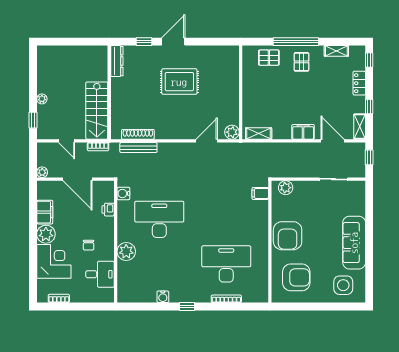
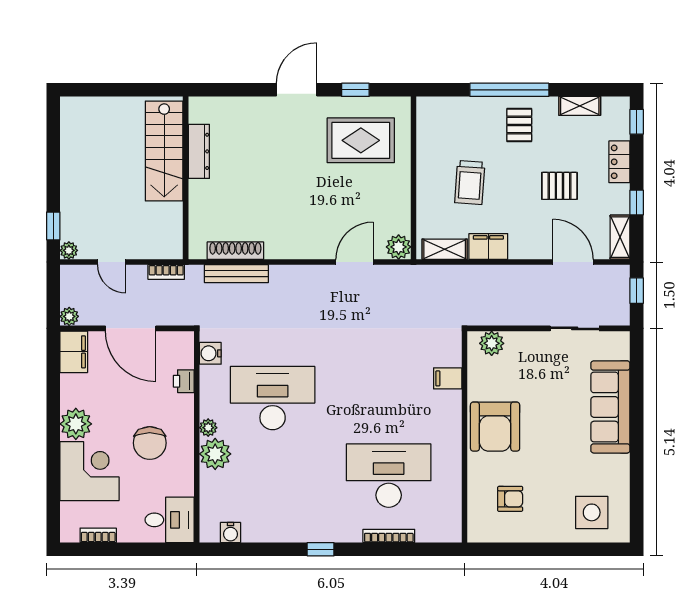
window: (144, 42) -> (355, 90), moved
pallet: (269, 58) -> (559, 186), moved
dresser: (117, 61) -> (199, 151), moved
rug: (179, 82) -> (361, 140), moved
trolley: (273, 95) -> (470, 182), added
plant: (42, 99) -> (69, 250), moved
stairs: (97, 111) -> (164, 151), moved
filing cabinet: (303, 132) -> (488, 246), moved
filing cabinet: (260, 193) -> (448, 378), moved
filing cabinet: (45, 212) -> (74, 352), moved
plant: (122, 236) -> (208, 428), added
sofa: (354, 243) -> (610, 407), moved
chair: (89, 245) -> (150, 443), width x1.87, depth x1.87
desk: (100, 274) -> (170, 520), moved
armchair: (296, 277) -> (510, 499), width x0.53, depth x0.53
water cooler: (163, 297) -> (230, 533), moved

